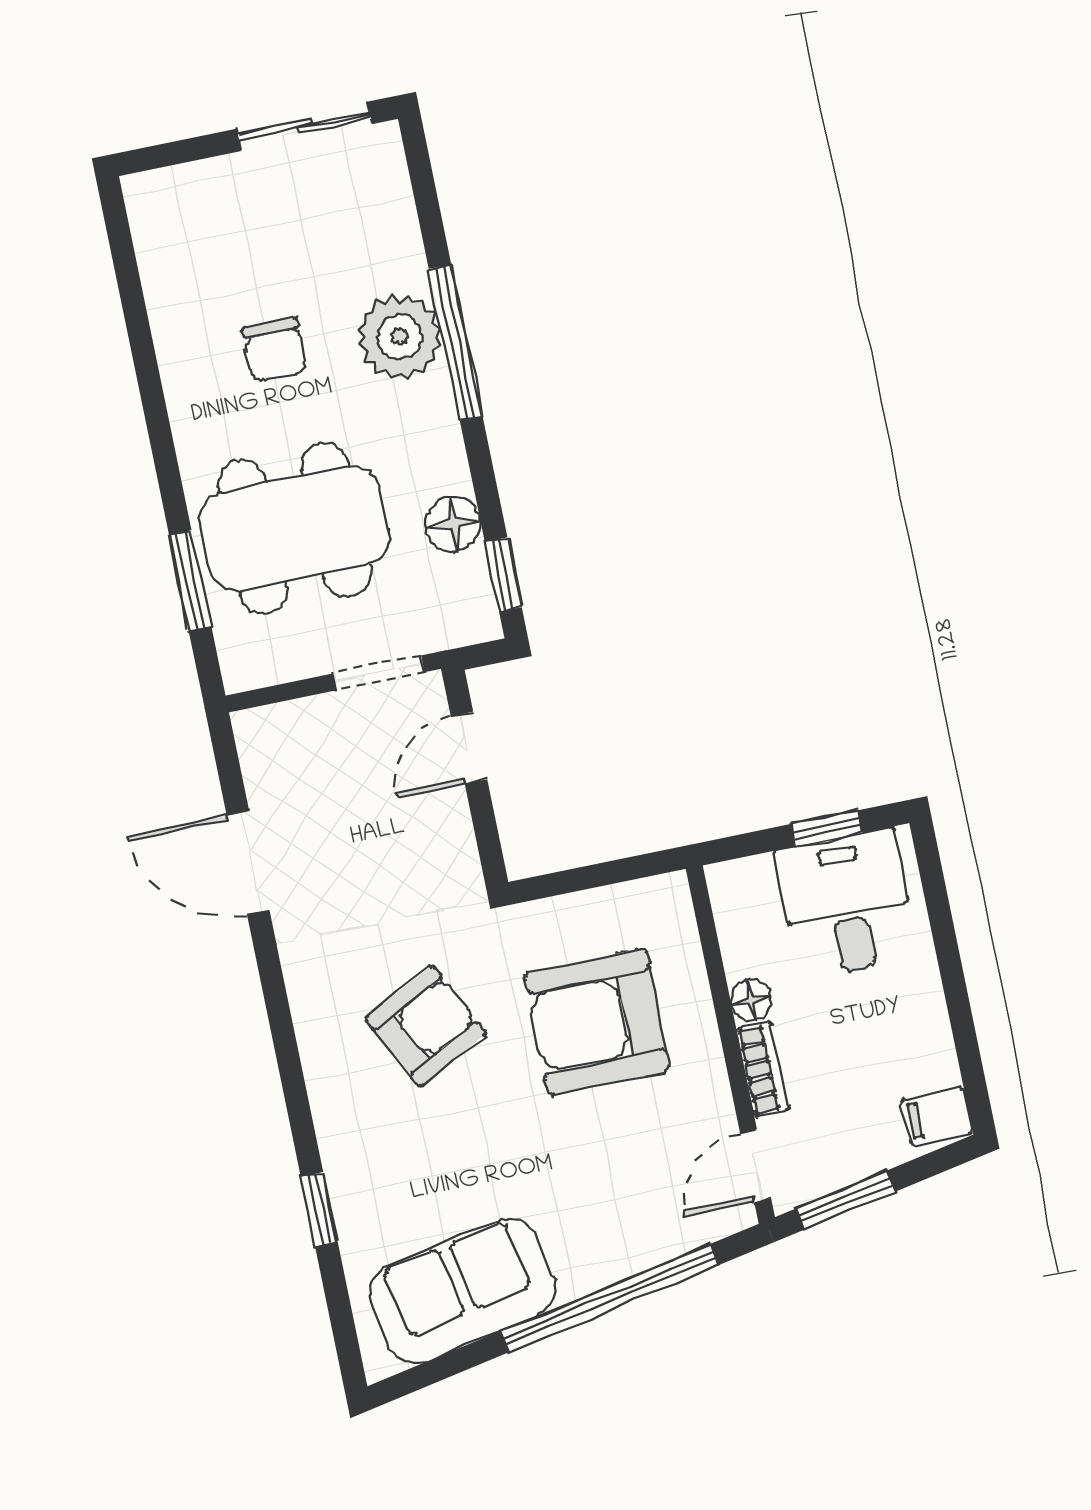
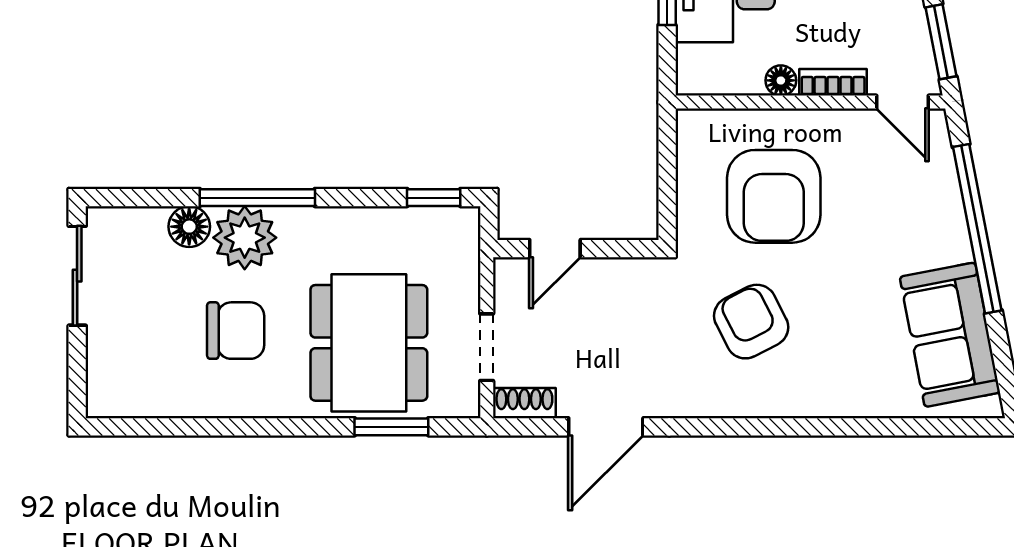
chair: (275, 350) -> (236, 331), width x1.37, depth x1.37
floor lamp: (453, 524) -> (189, 227), moved
doorway: (378, 673) -> (487, 347), moved
door: (469, 748) -> (555, 249), hinge flipped
shoe rack: (257, 749) -> (524, 403), added
window: (319, 1209) -> (869, 427), removed

